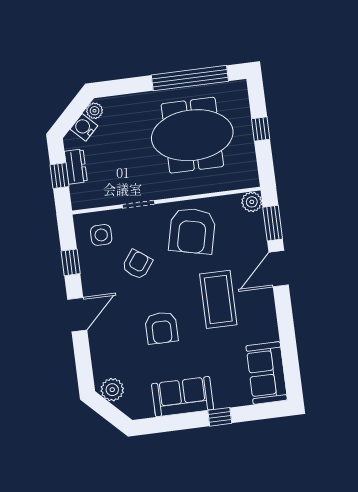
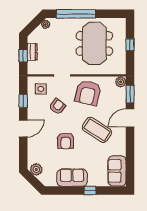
window: (190, 78) -> (76, 14), moved
water cooler: (84, 127) -> (39, 32), removed
meeting table: (192, 135) -> (94, 43), turned 90
coffee table: (218, 299) -> (97, 130), turned -57

